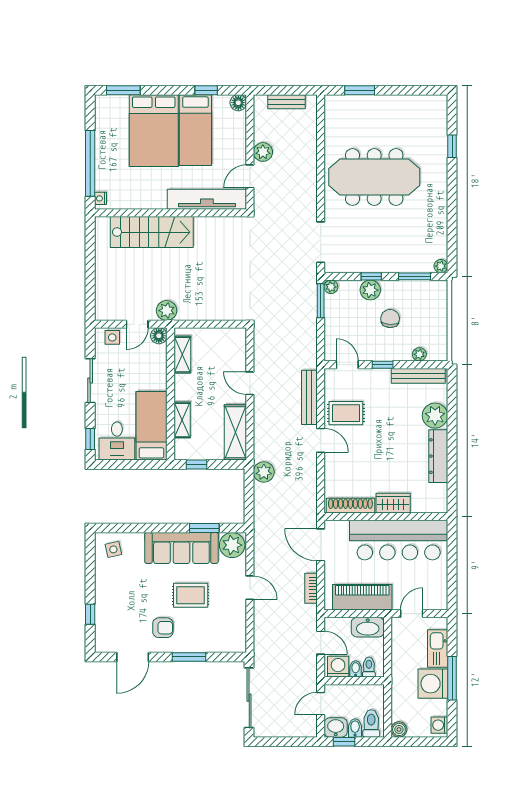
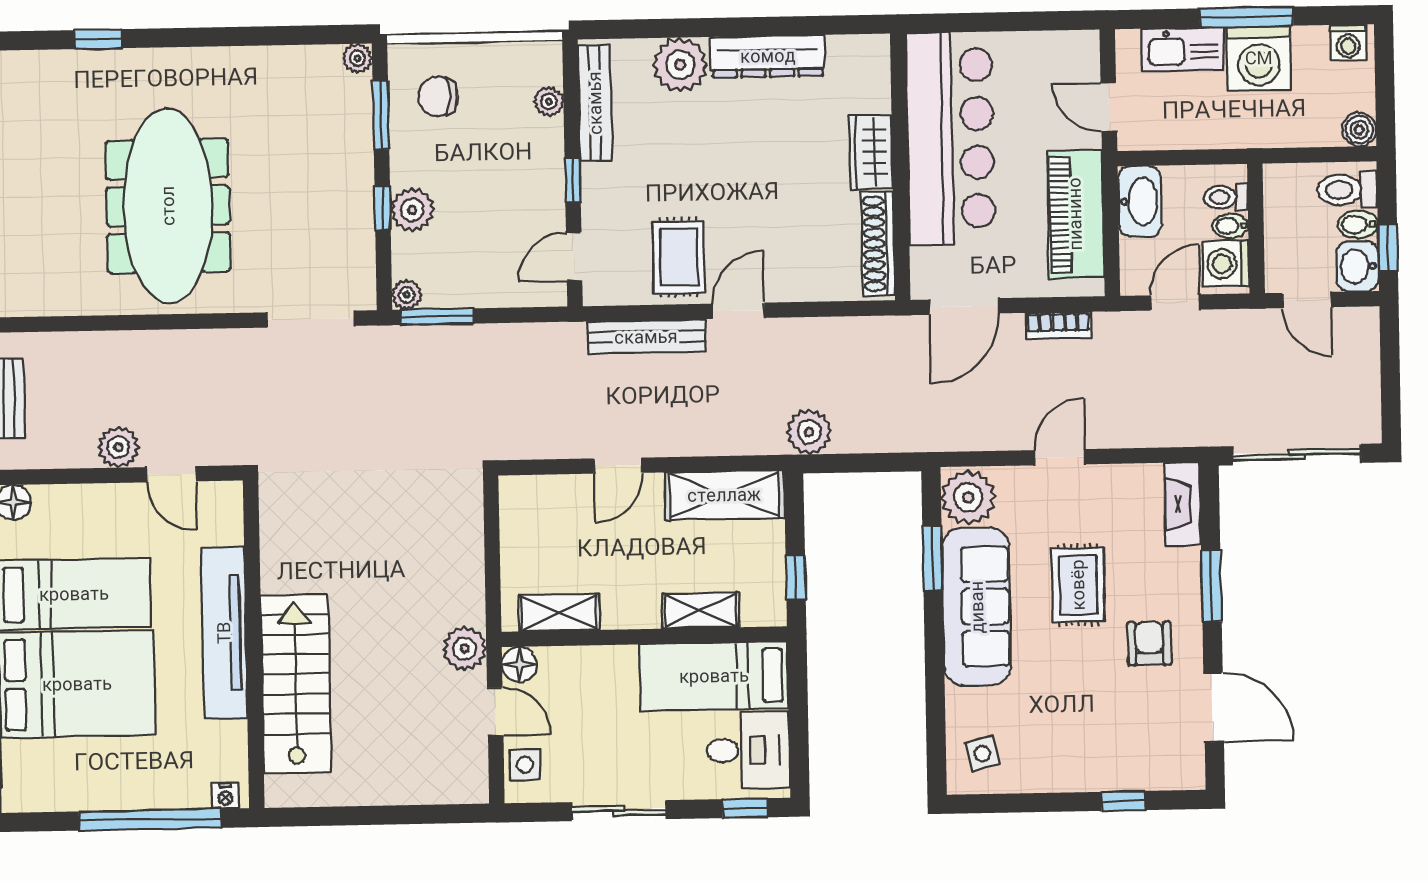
tv unit: (207, 199) -> (224, 633), moved
chair: (390, 319) -> (438, 96), moved
fireplace: (227, 644) -> (1183, 504), added

